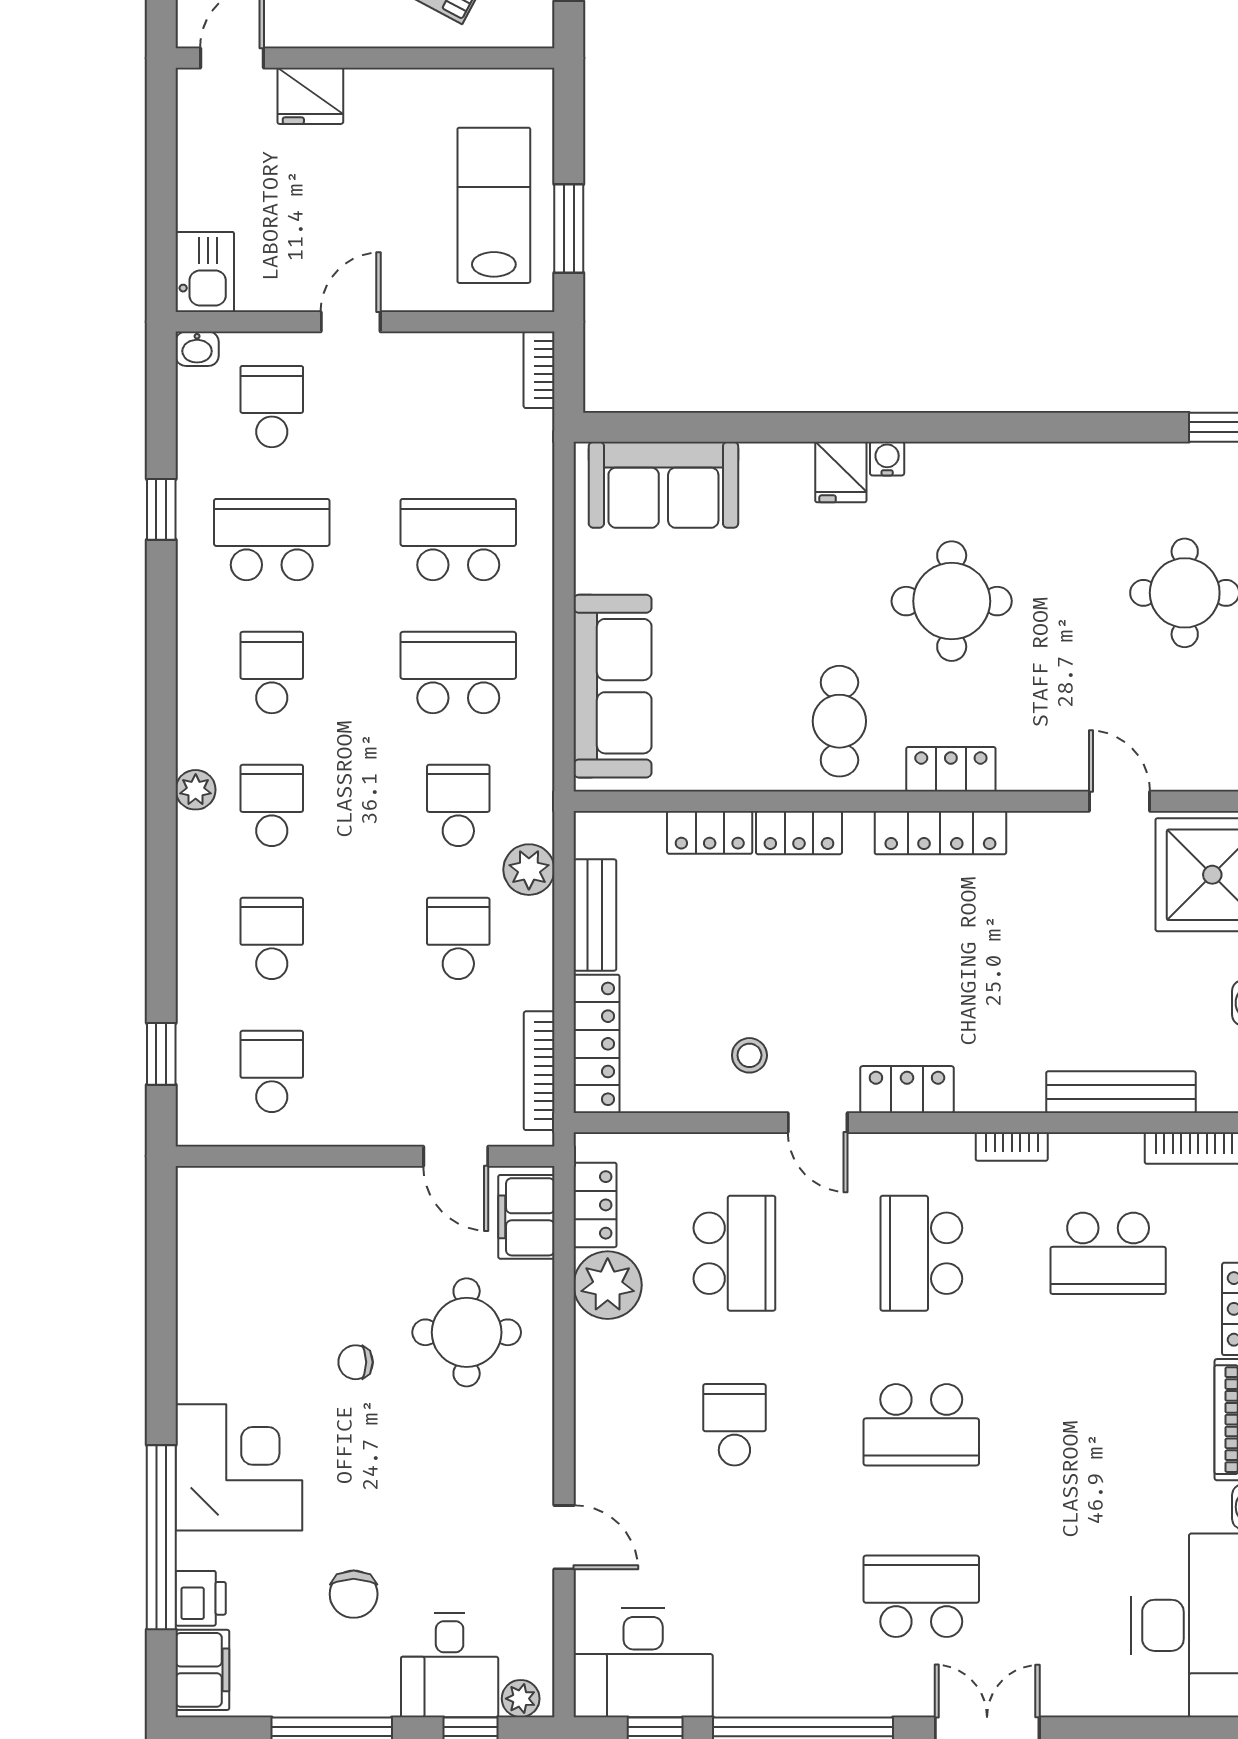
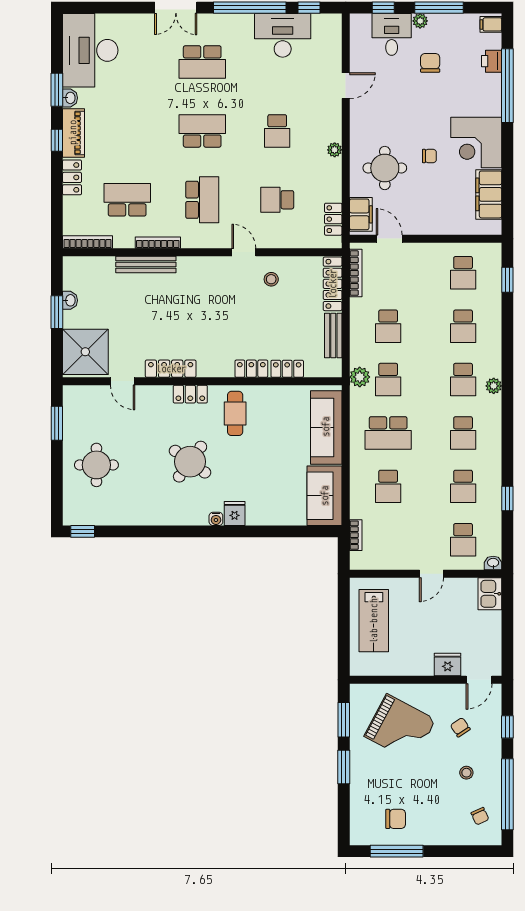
window: (569, 228) -> (344, 611), removed
bookcase: (539, 370) -> (356, 535), moved
sofa: (663, 485) -> (325, 496), moved, turned -90
school desk: (272, 540) -> (463, 486), width x0.54
school desk: (458, 540) -> (388, 486), width x0.54
round table: (952, 601) -> (190, 462), turned 36
locker: (940, 833) -> (171, 369), moved
plant: (529, 870) -> (360, 377), moved
locker: (907, 1090) -> (208, 266), removed
bench: (1121, 1092) -> (146, 264), moved
bookcase: (1012, 1147) -> (158, 243), width x1.56
school desk: (734, 1253) -> (277, 200), width x0.54
filing cabinet: (208, 1267) -> (489, 194), added
plant: (608, 1285) -> (335, 150), moved, width x0.53, depth x0.53
corner desk: (239, 1467) -> (476, 143), moved
door: (564, 1537) -> (346, 86), swing flipped
desk: (643, 1663) -> (283, 35), moved
filing cabinet: (202, 1670) -> (491, 24), width x0.50
plant: (521, 1699) -> (420, 21), moved

